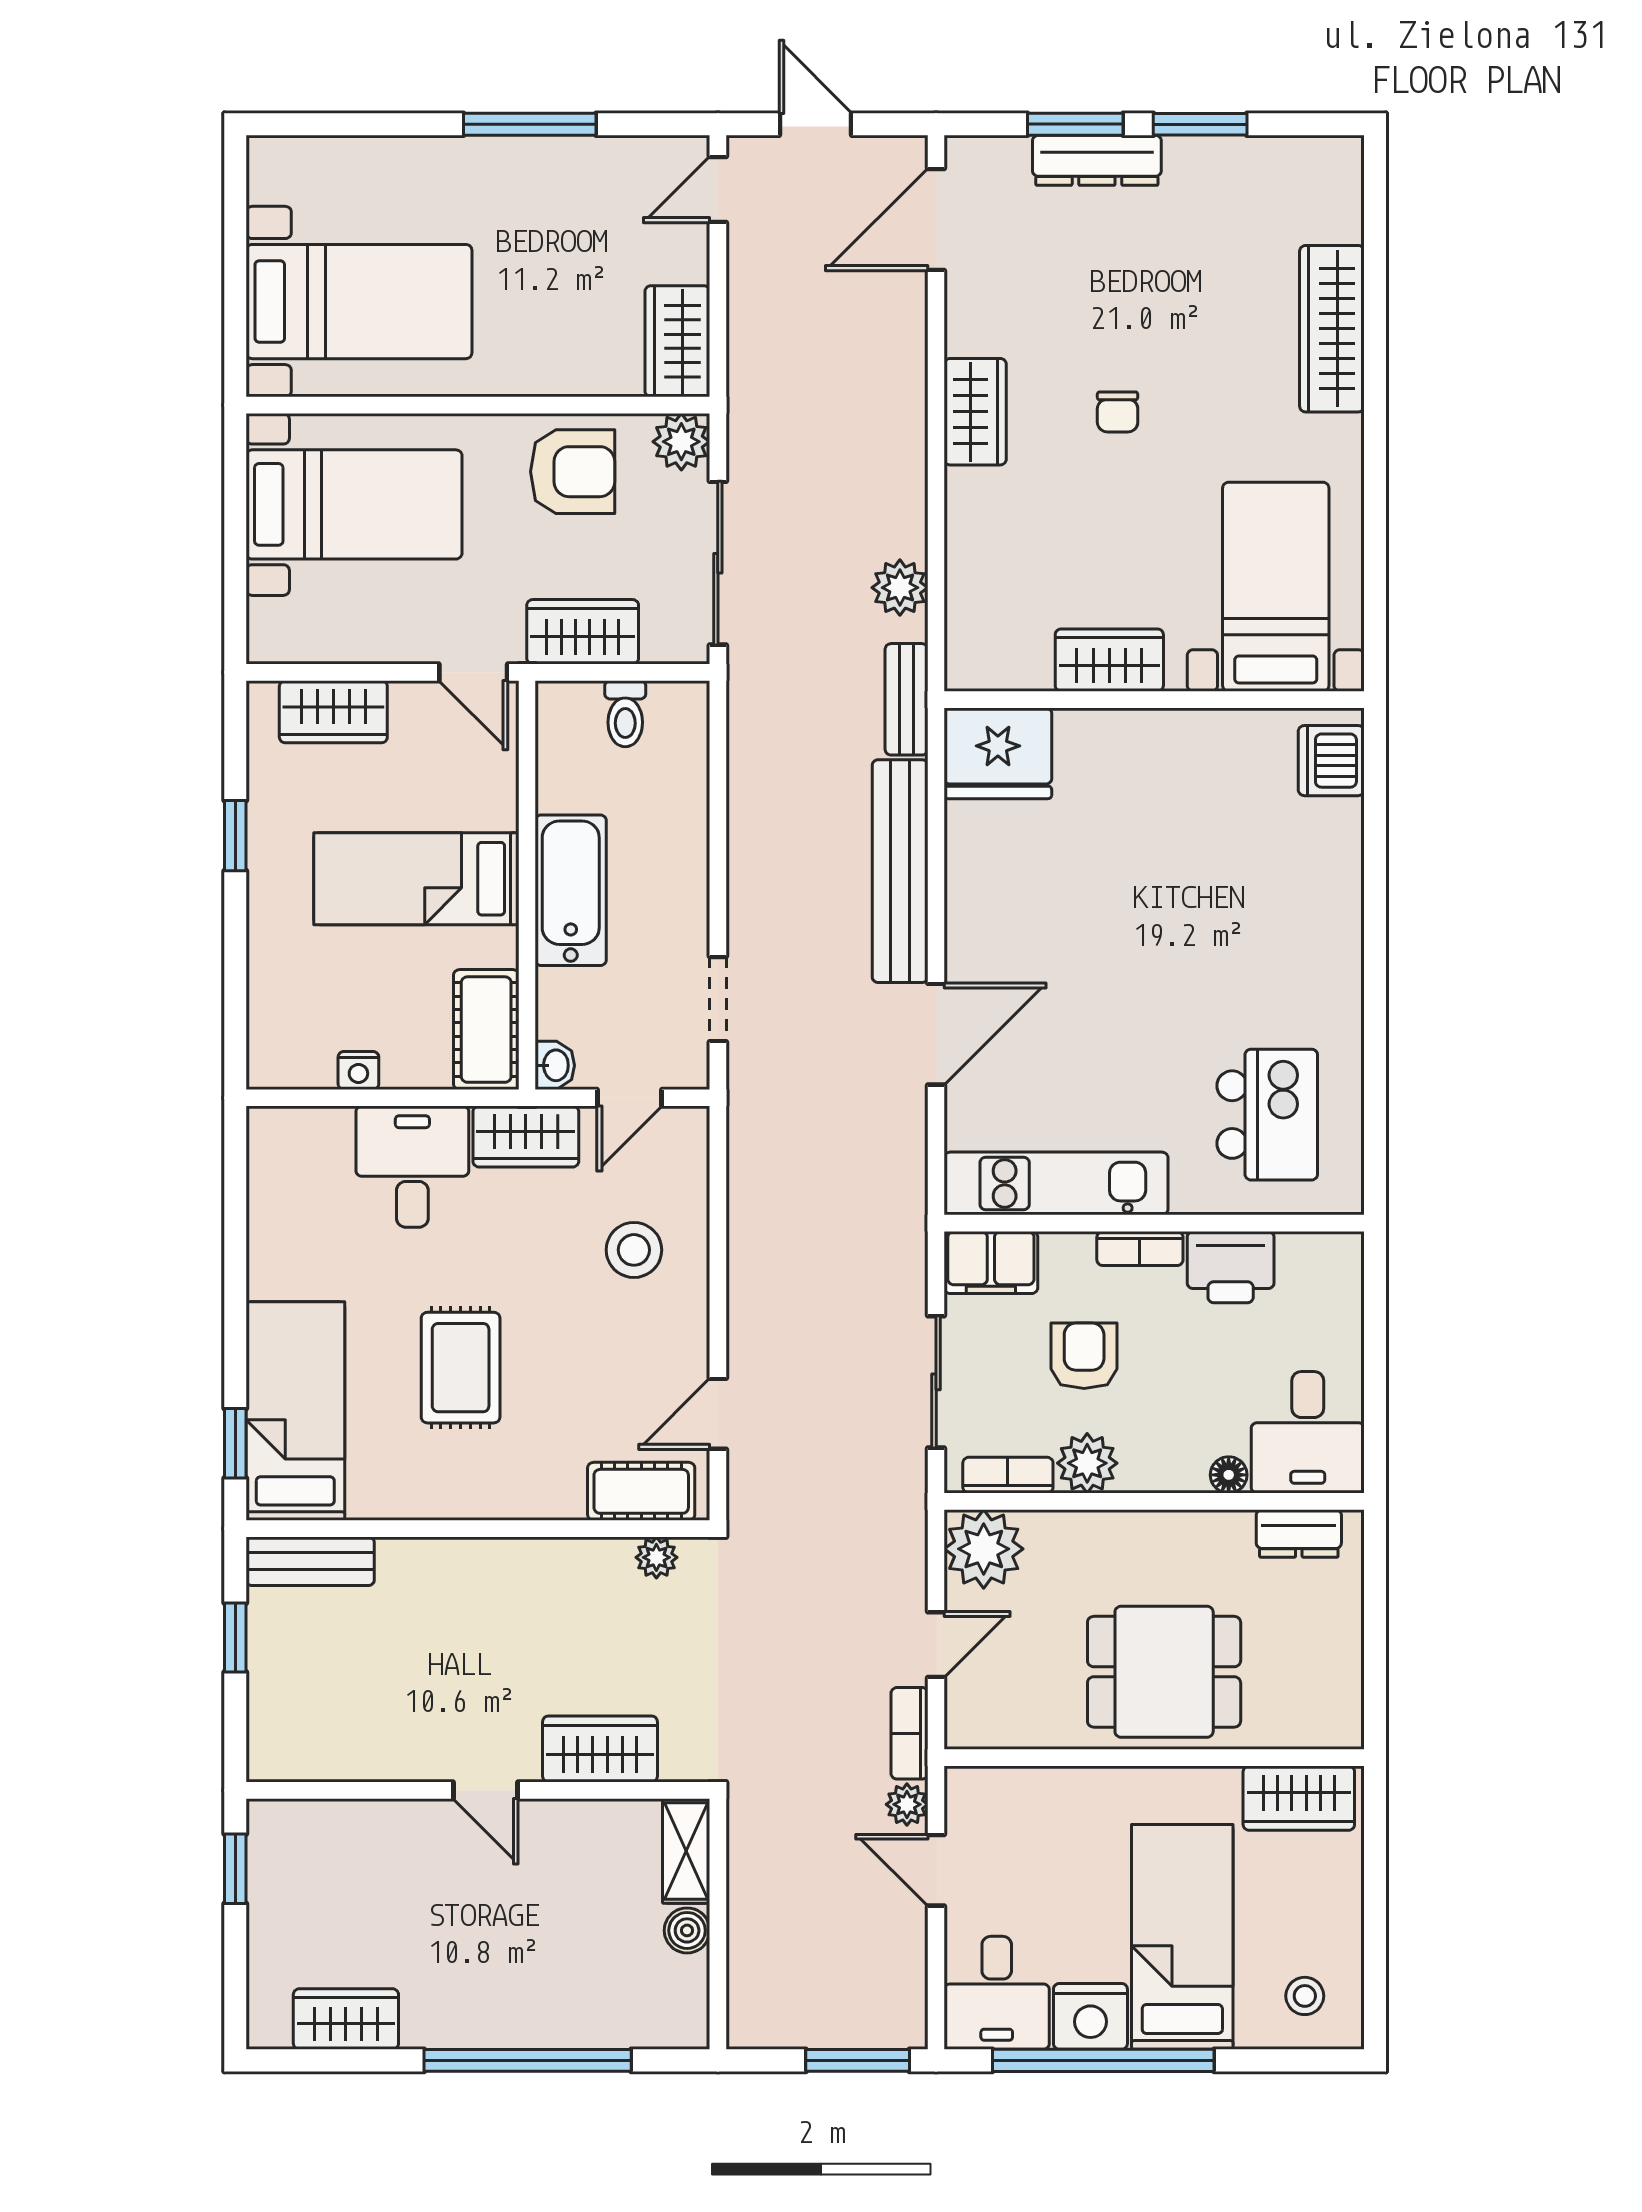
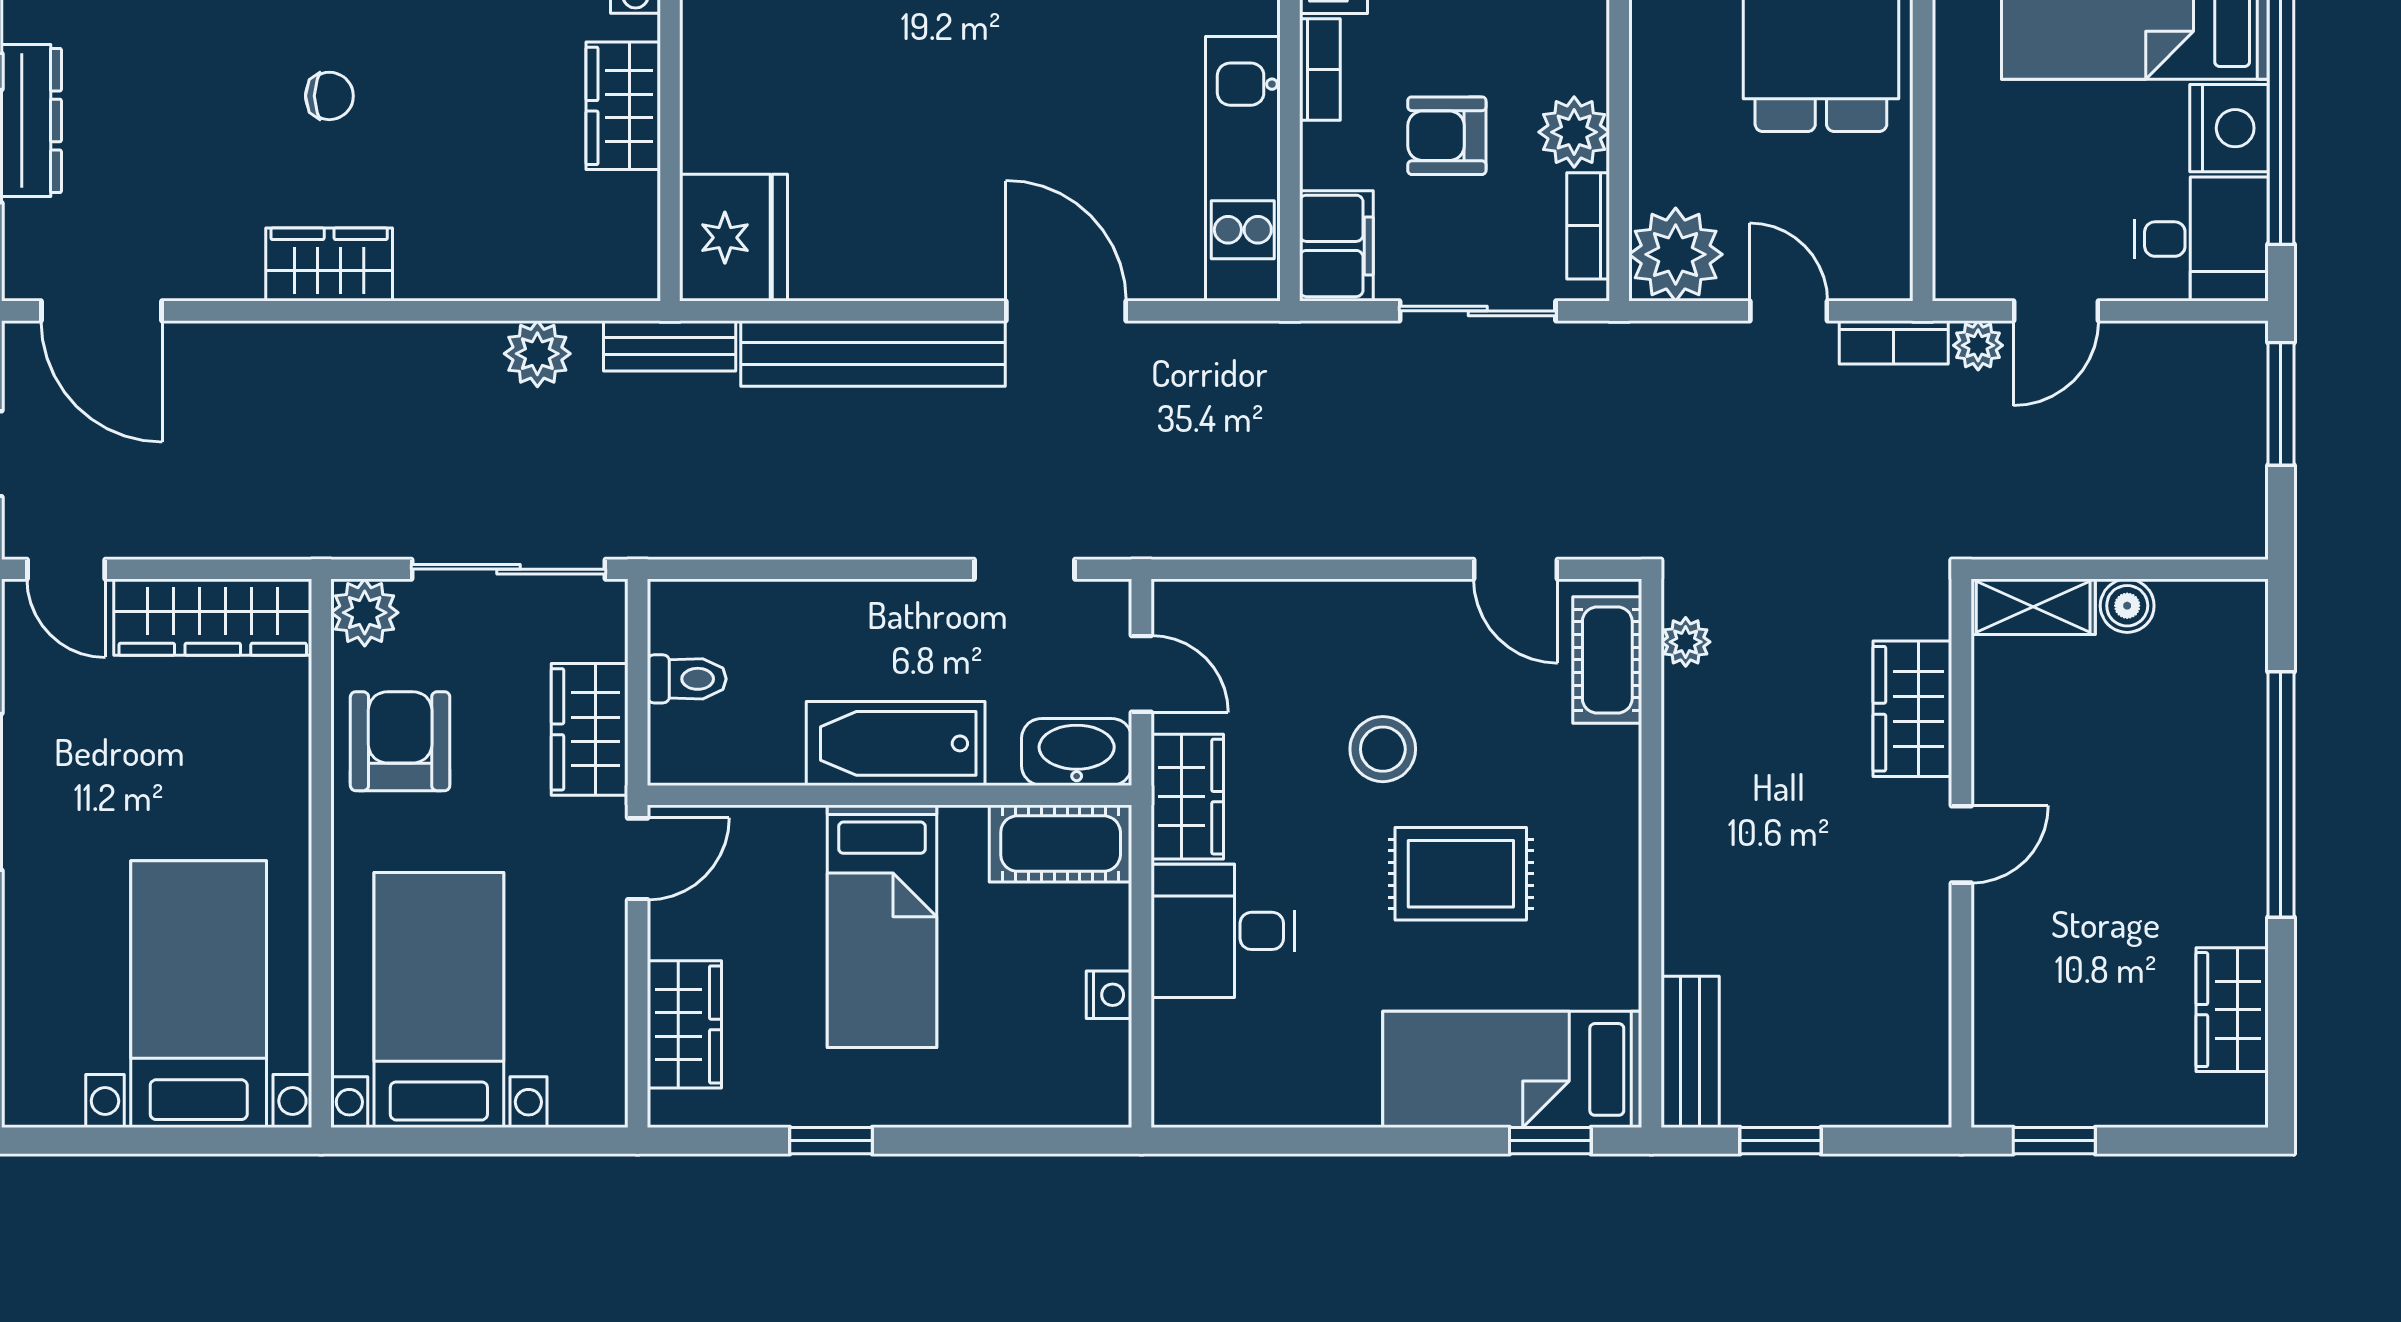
wardrobe: (677, 341) -> (213, 617), width x1.50
washbasin: (555, 1065) -> (1077, 752), width x1.91, depth x1.45
stool: (634, 1250) -> (1383, 749), moved

